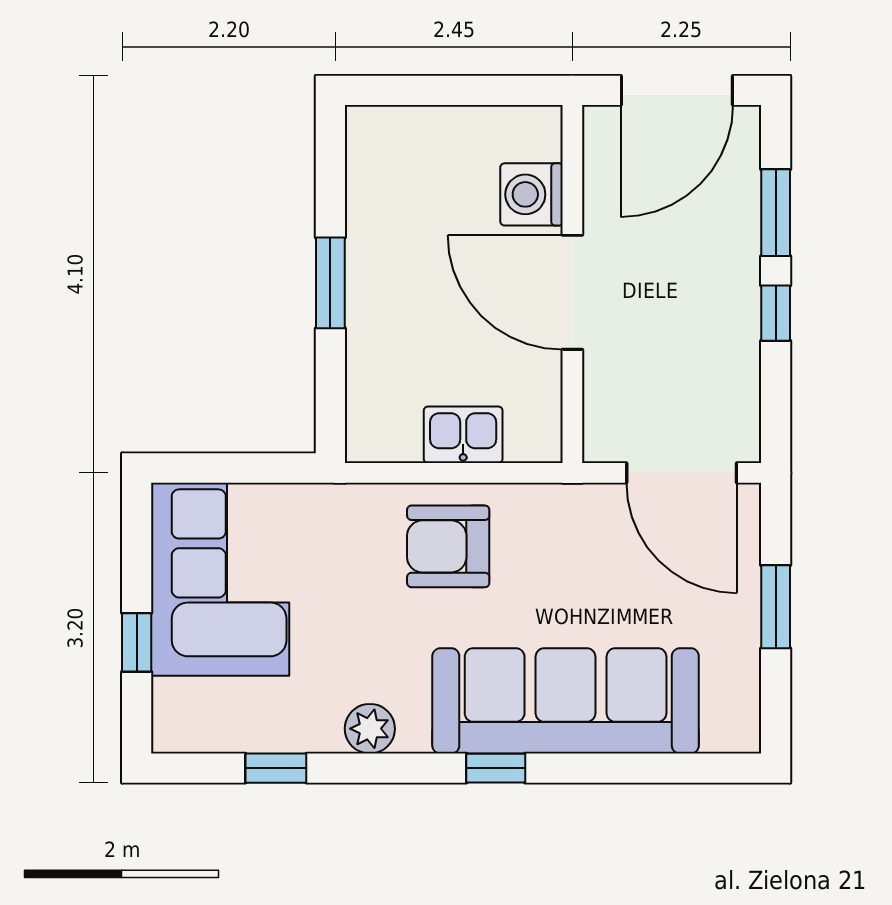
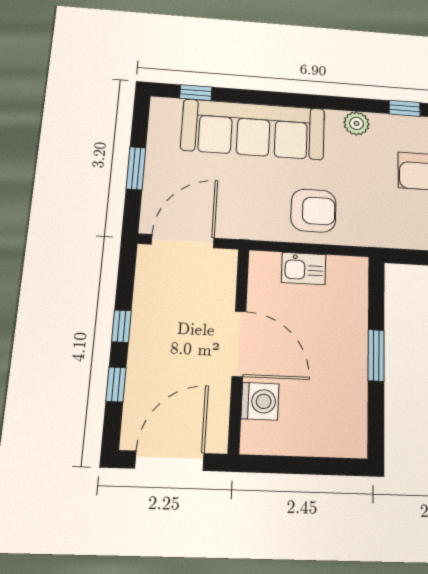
window: (776, 213) -> (116, 384), width x0.67
door: (682, 473) -> (183, 241), hinge flipped
window: (496, 768) -> (196, 93), moved

